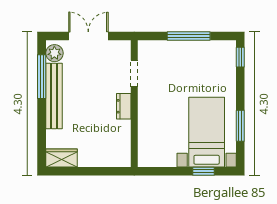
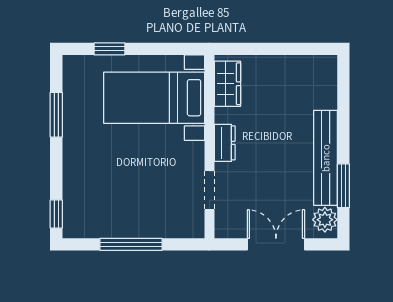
double door: (88, 36) -> (276, 244), swing flipped
window: (42, 77) -> (343, 186), width x0.69
bed with nightstands: (207, 132) -> (154, 98), moved, turned 90
wardrobe: (61, 158) -> (227, 84), moved, turned -90

